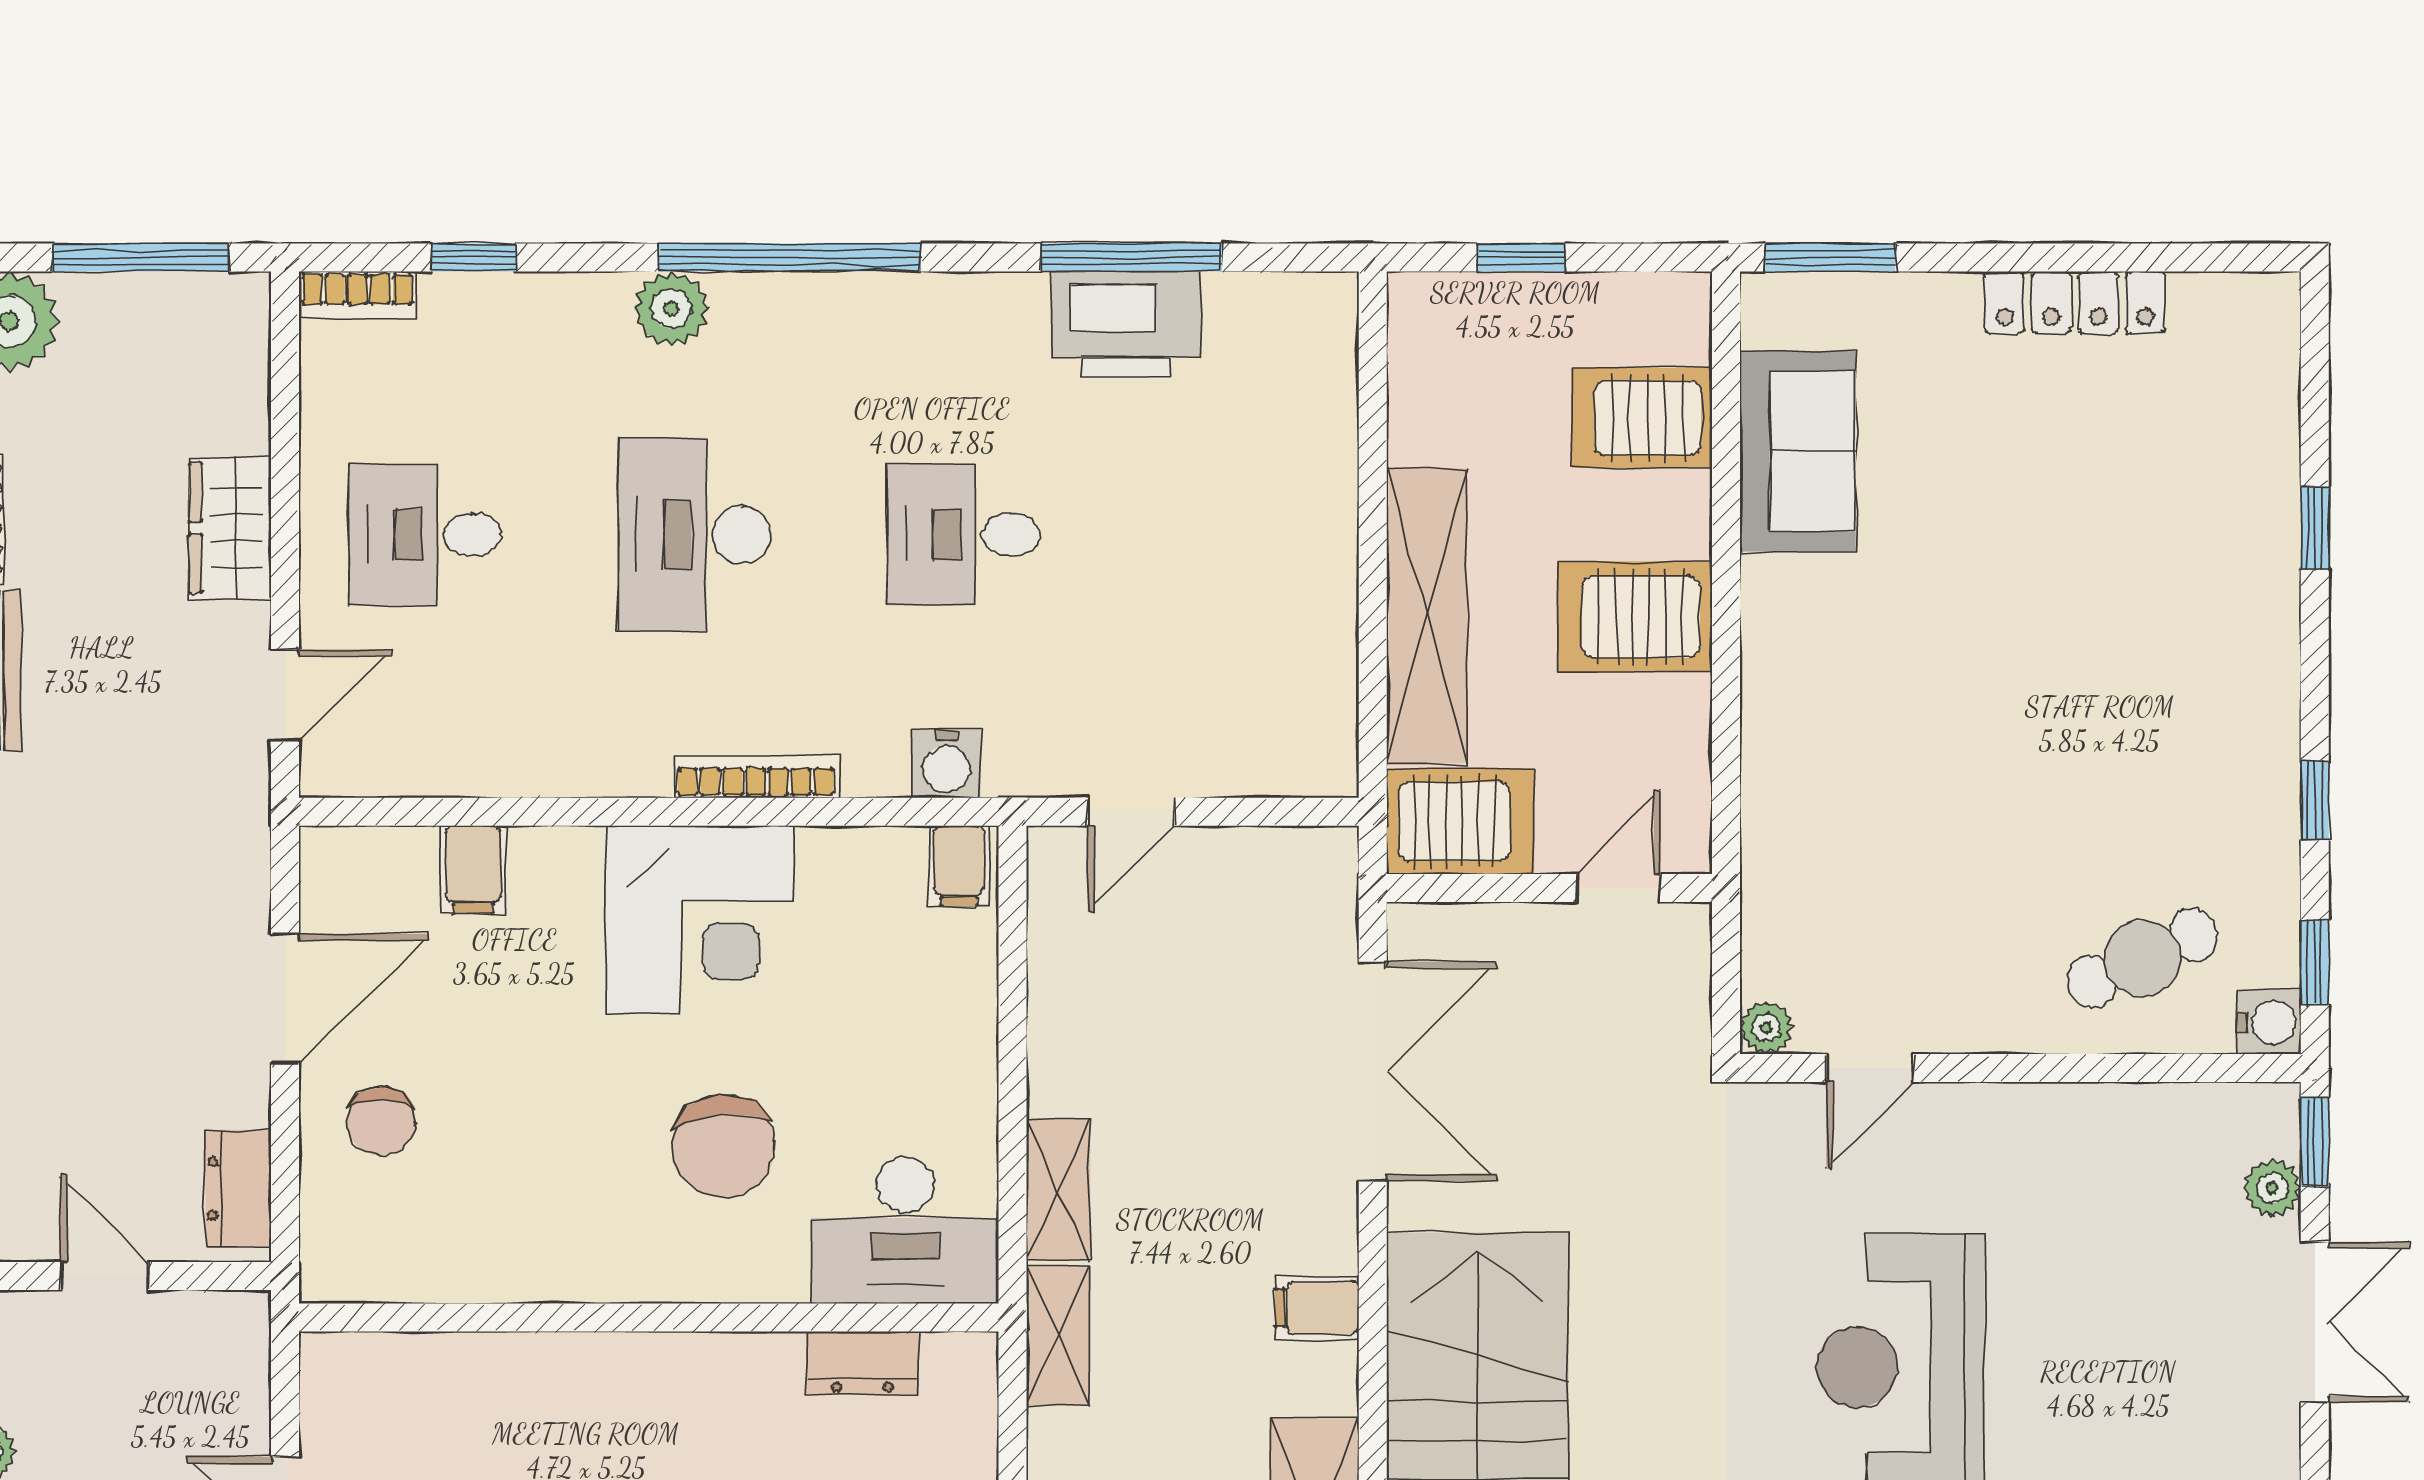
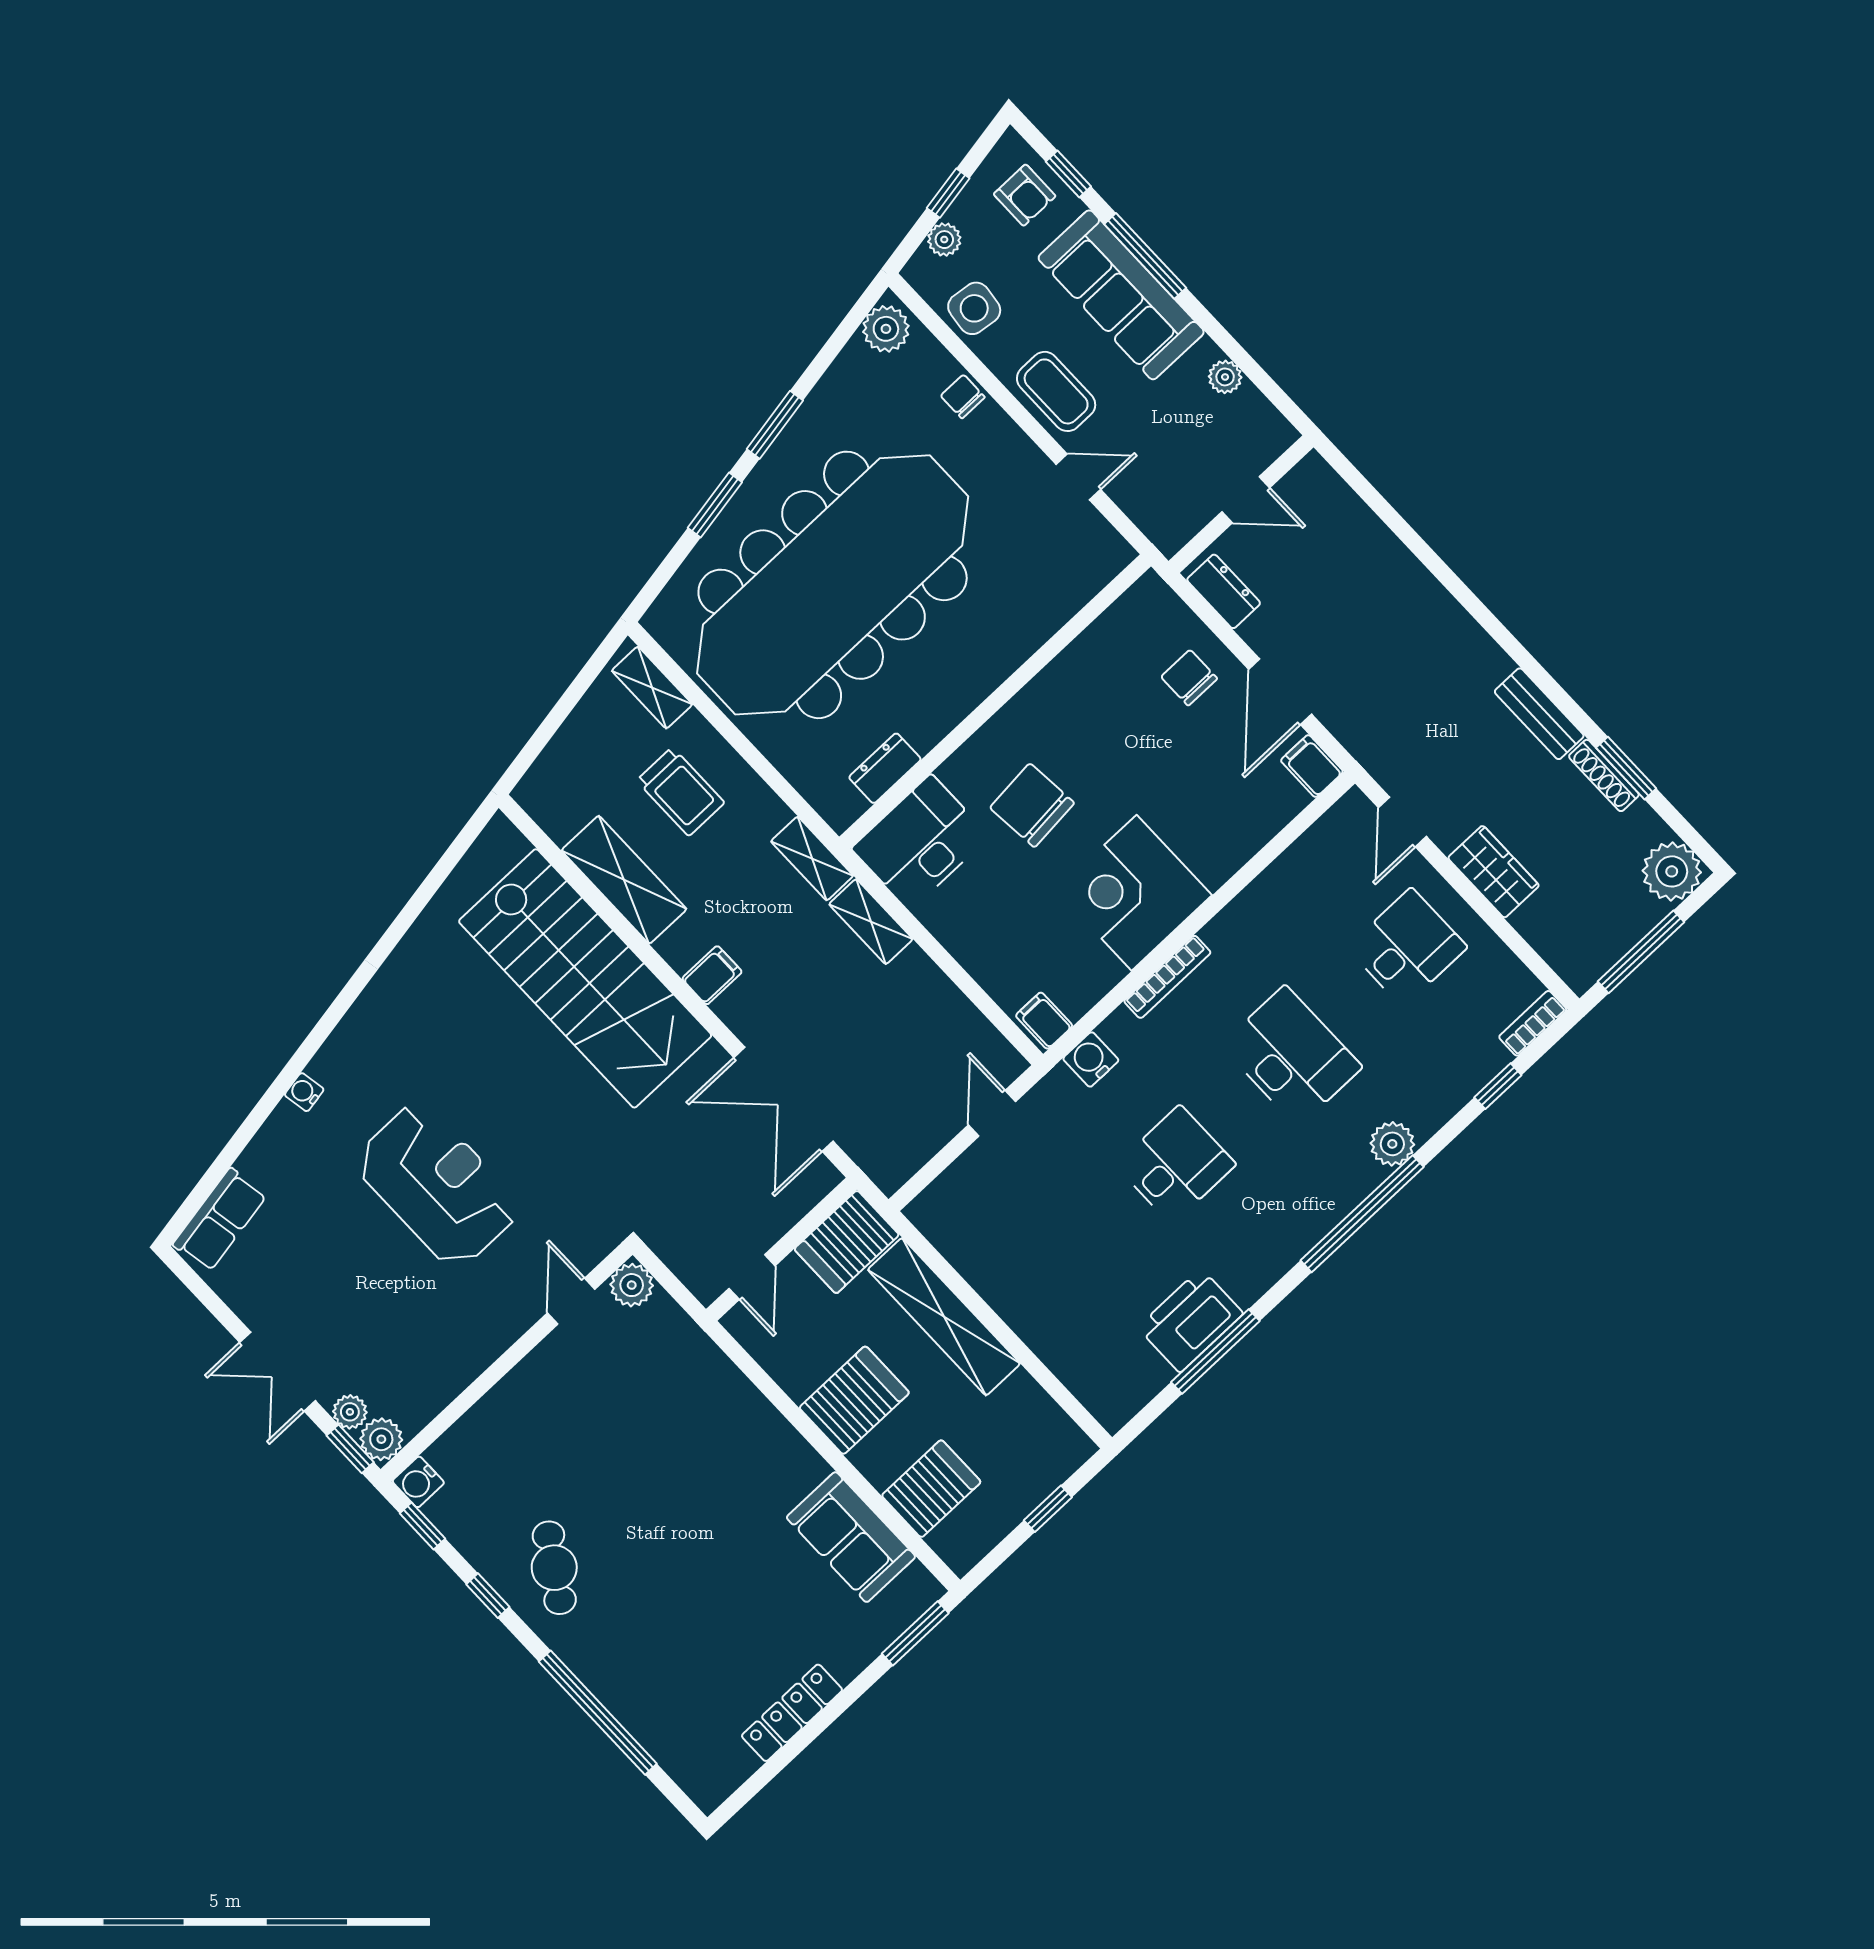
window: (2315, 528) -> (598, 1713), width x3.17
filing cabinet: (473, 870) -> (1312, 766), moved
cafe table: (2142, 958) -> (554, 1568), moved, turned -32
plant: (1766, 1028) -> (632, 1285), width x1.38, depth x1.38
plant: (2265, 1118) -> (381, 1439), added

